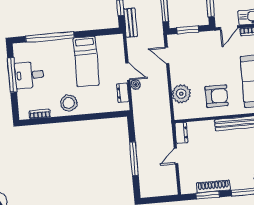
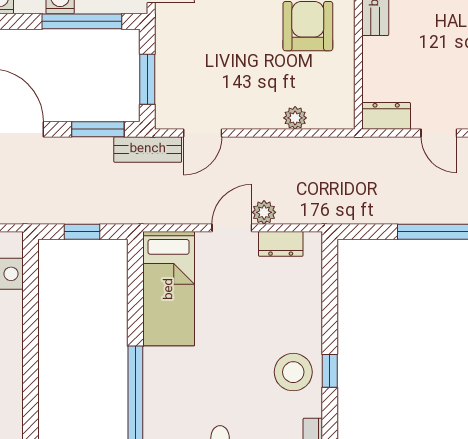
bench: (130, 23) -> (148, 149), moved
bed: (86, 61) -> (169, 289), moved, turned 90
plant: (181, 94) -> (295, 118), width x0.53, depth x0.53
window: (71, 118) -> (330, 371), added

